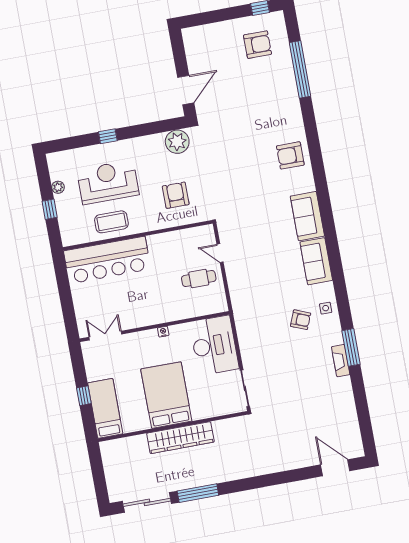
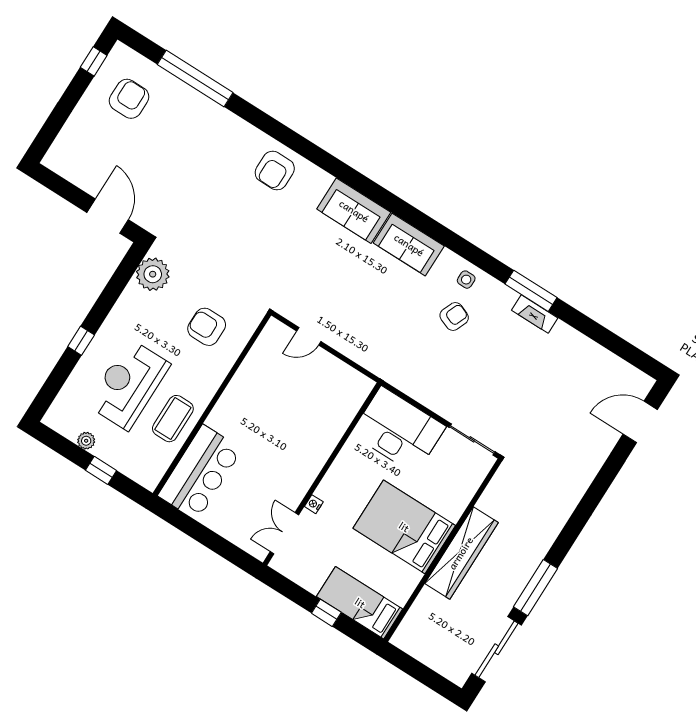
bar counter: (107, 260) -> (200, 472), width x0.73
cafe table: (199, 279) -> (315, 382), removed
nightstand: (163, 332) -> (314, 504), moved

